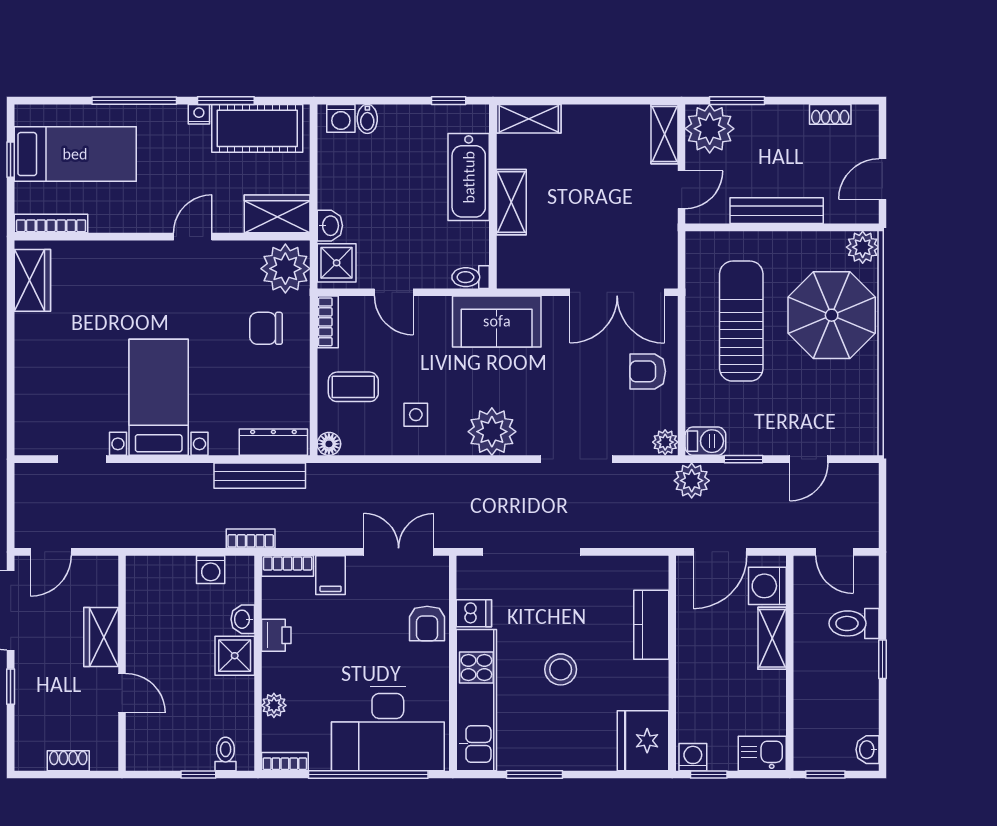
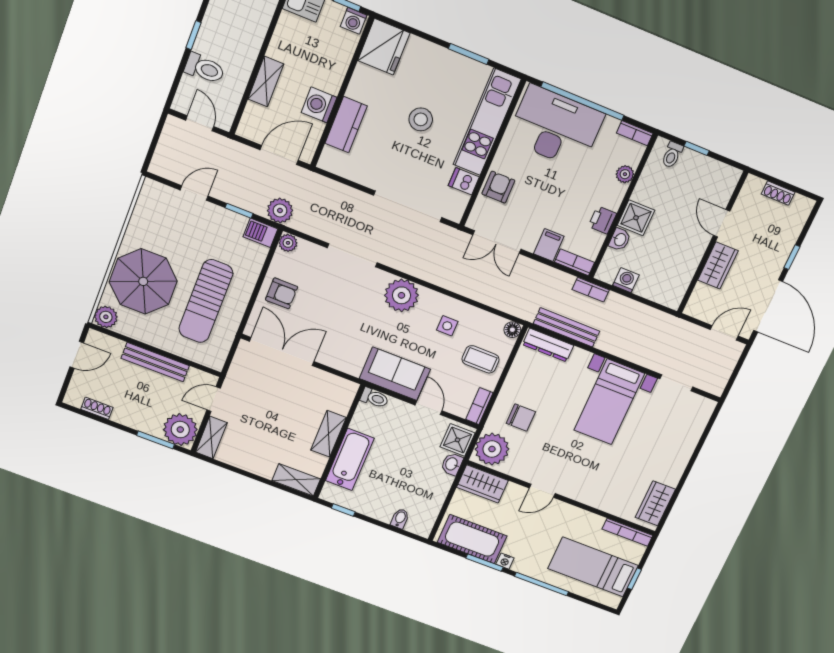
washing machine: (341, 118) -> (417, 525), removed
sofa: (497, 321) -> (395, 374), moved
washing machine: (767, 586) -> (319, 105), moved, turned 180

